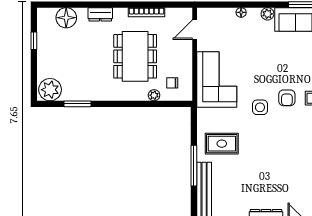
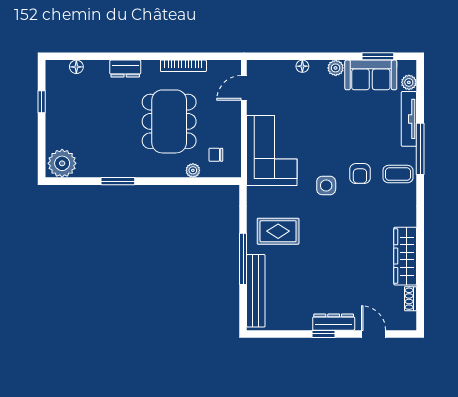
floor lamp: (66, 18) -> (76, 67), width x0.53, depth x0.53
window: (77, 104) -> (118, 181), moved

